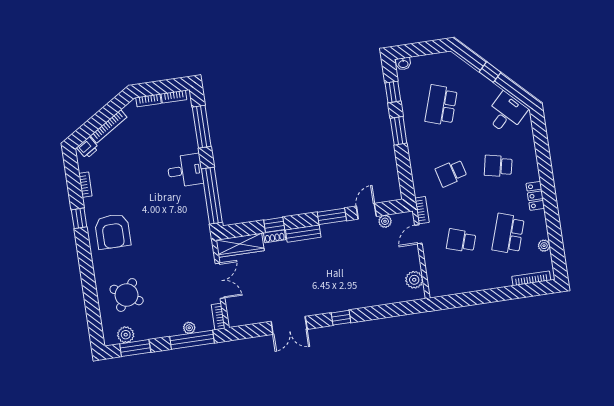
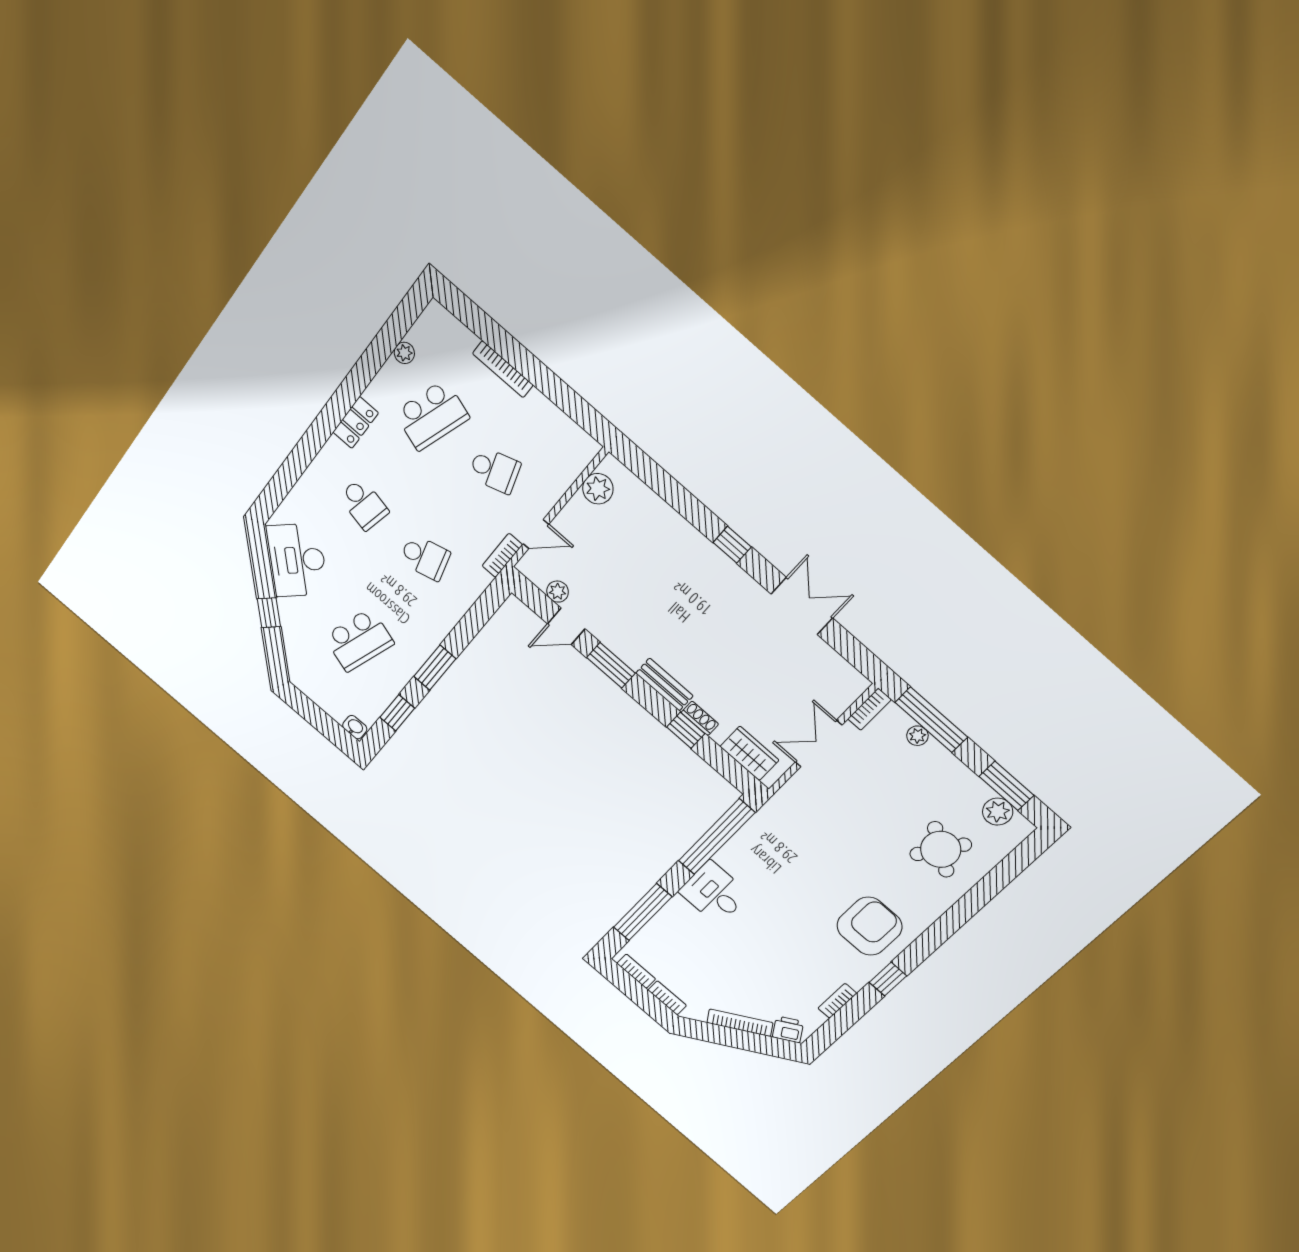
desk: (506, 113) -> (297, 560), width x1.37
school desk: (461, 241) -> (495, 470), turned -36
wardrobe: (240, 245) -> (749, 753), width x0.67
bookcase: (531, 278) -> (503, 369), moved

